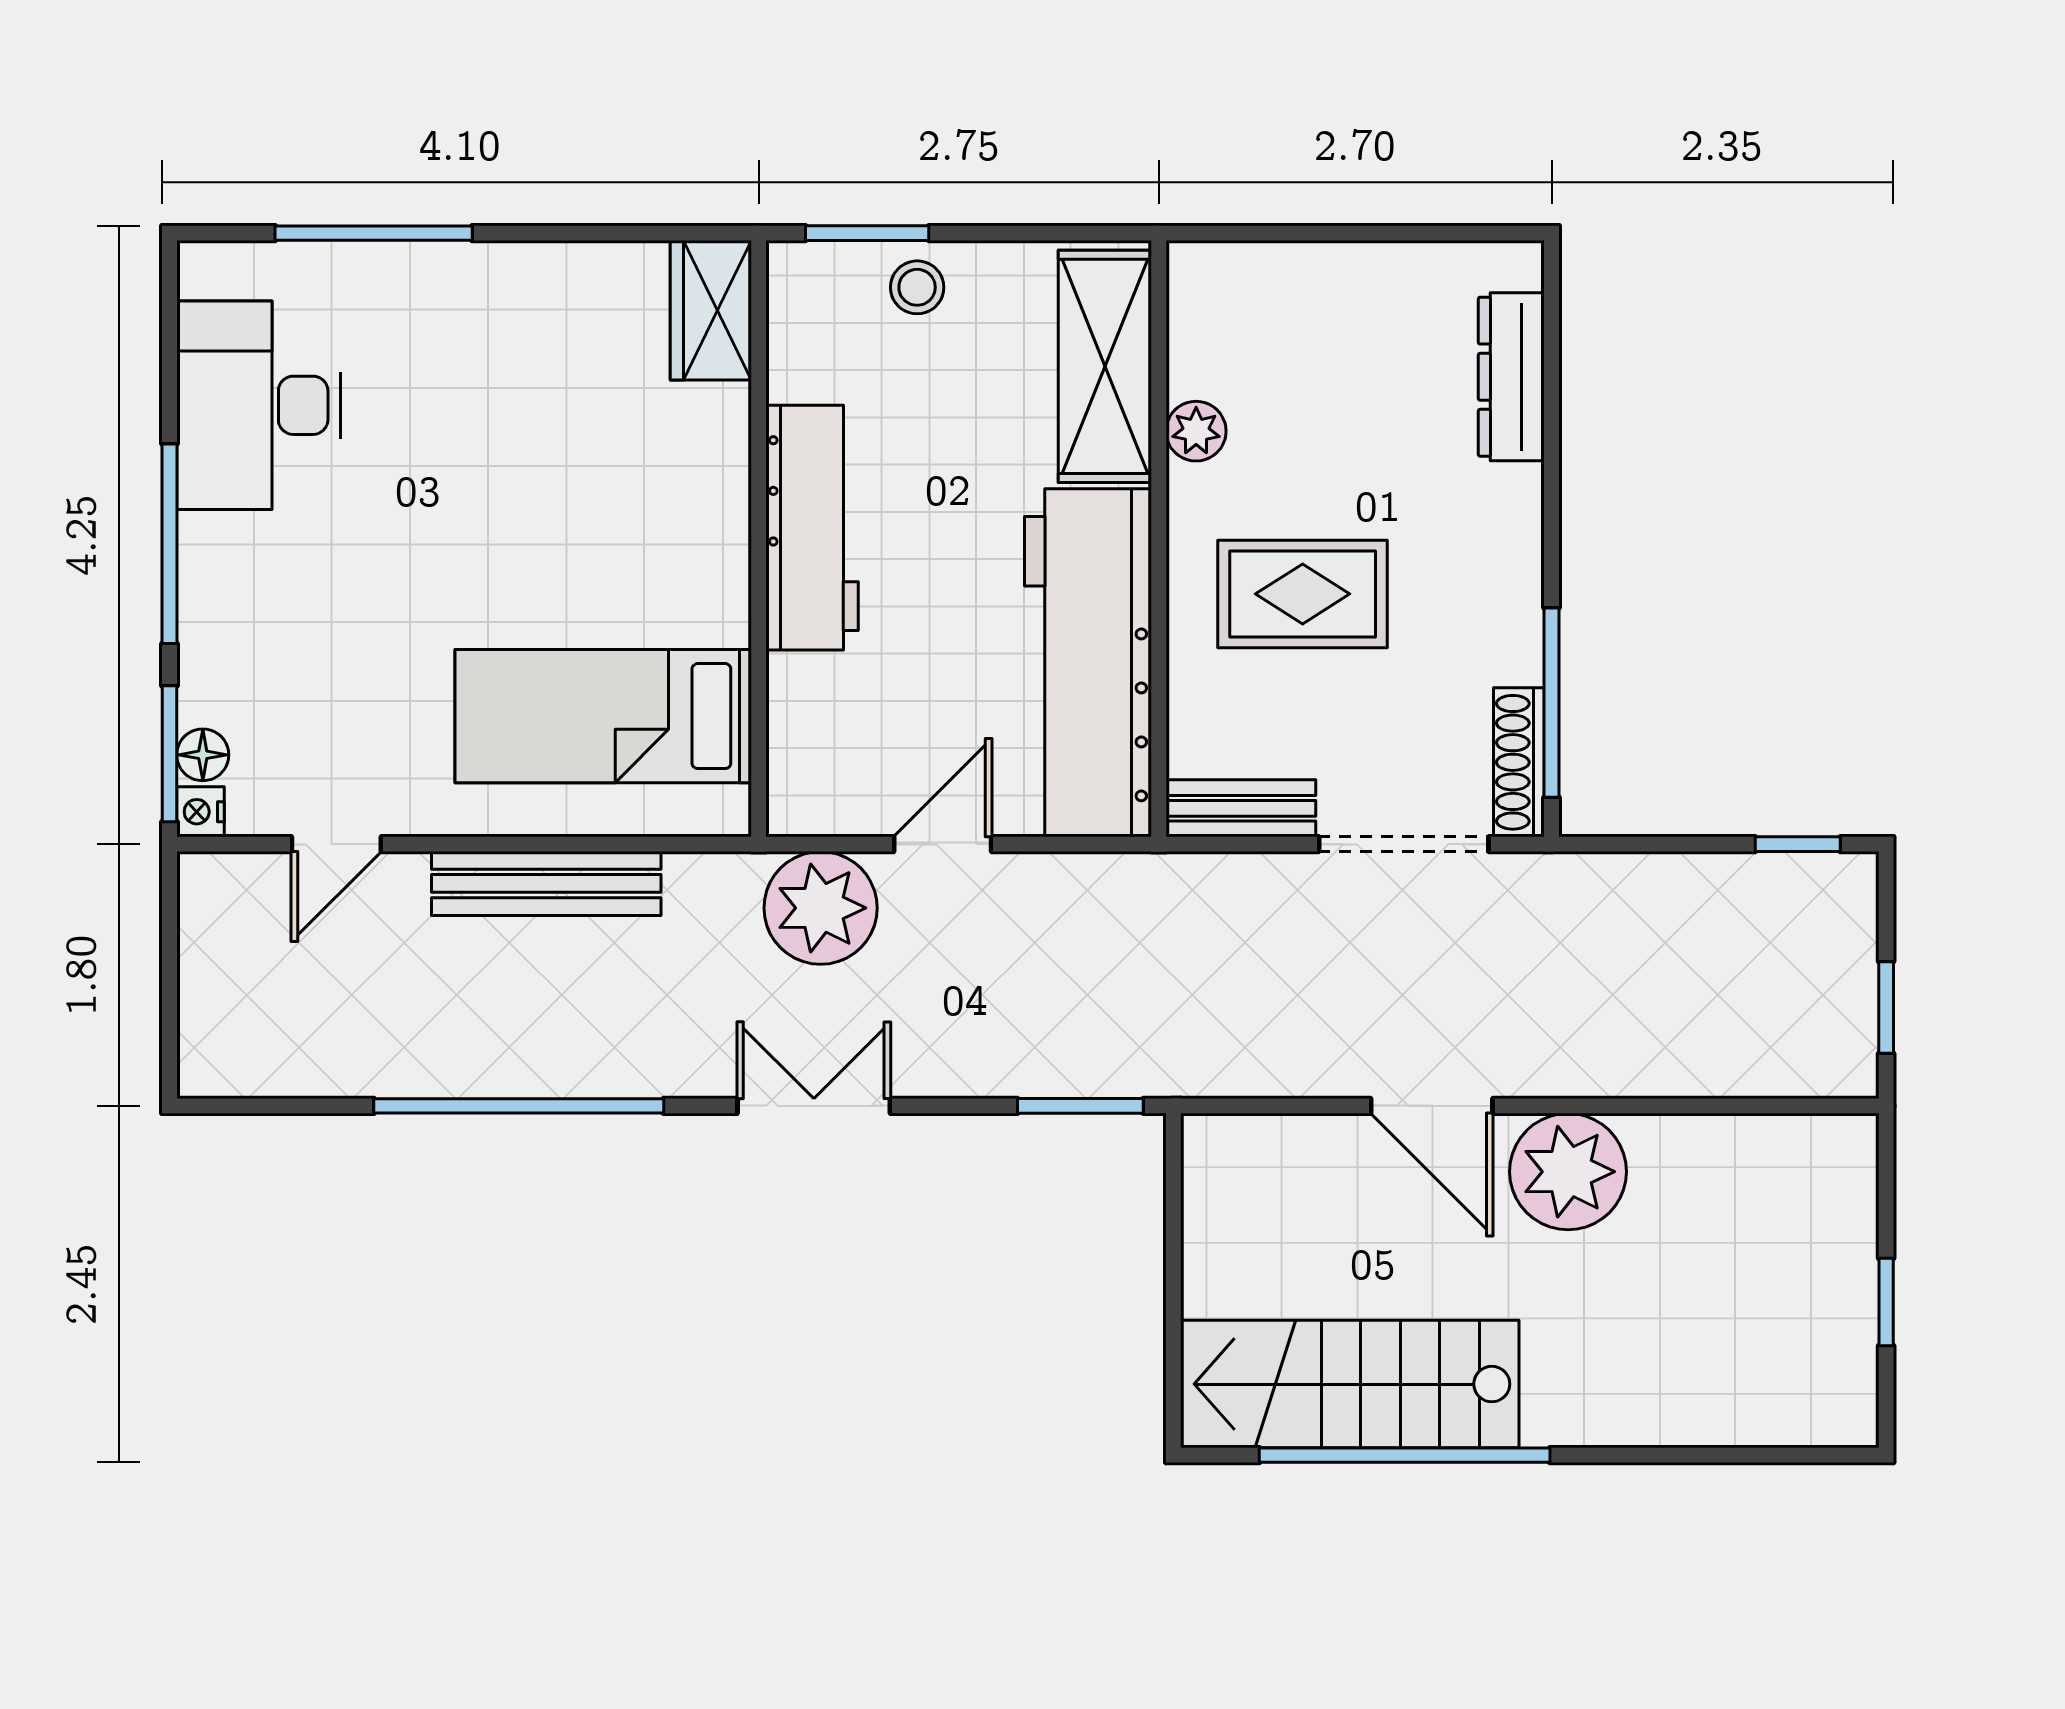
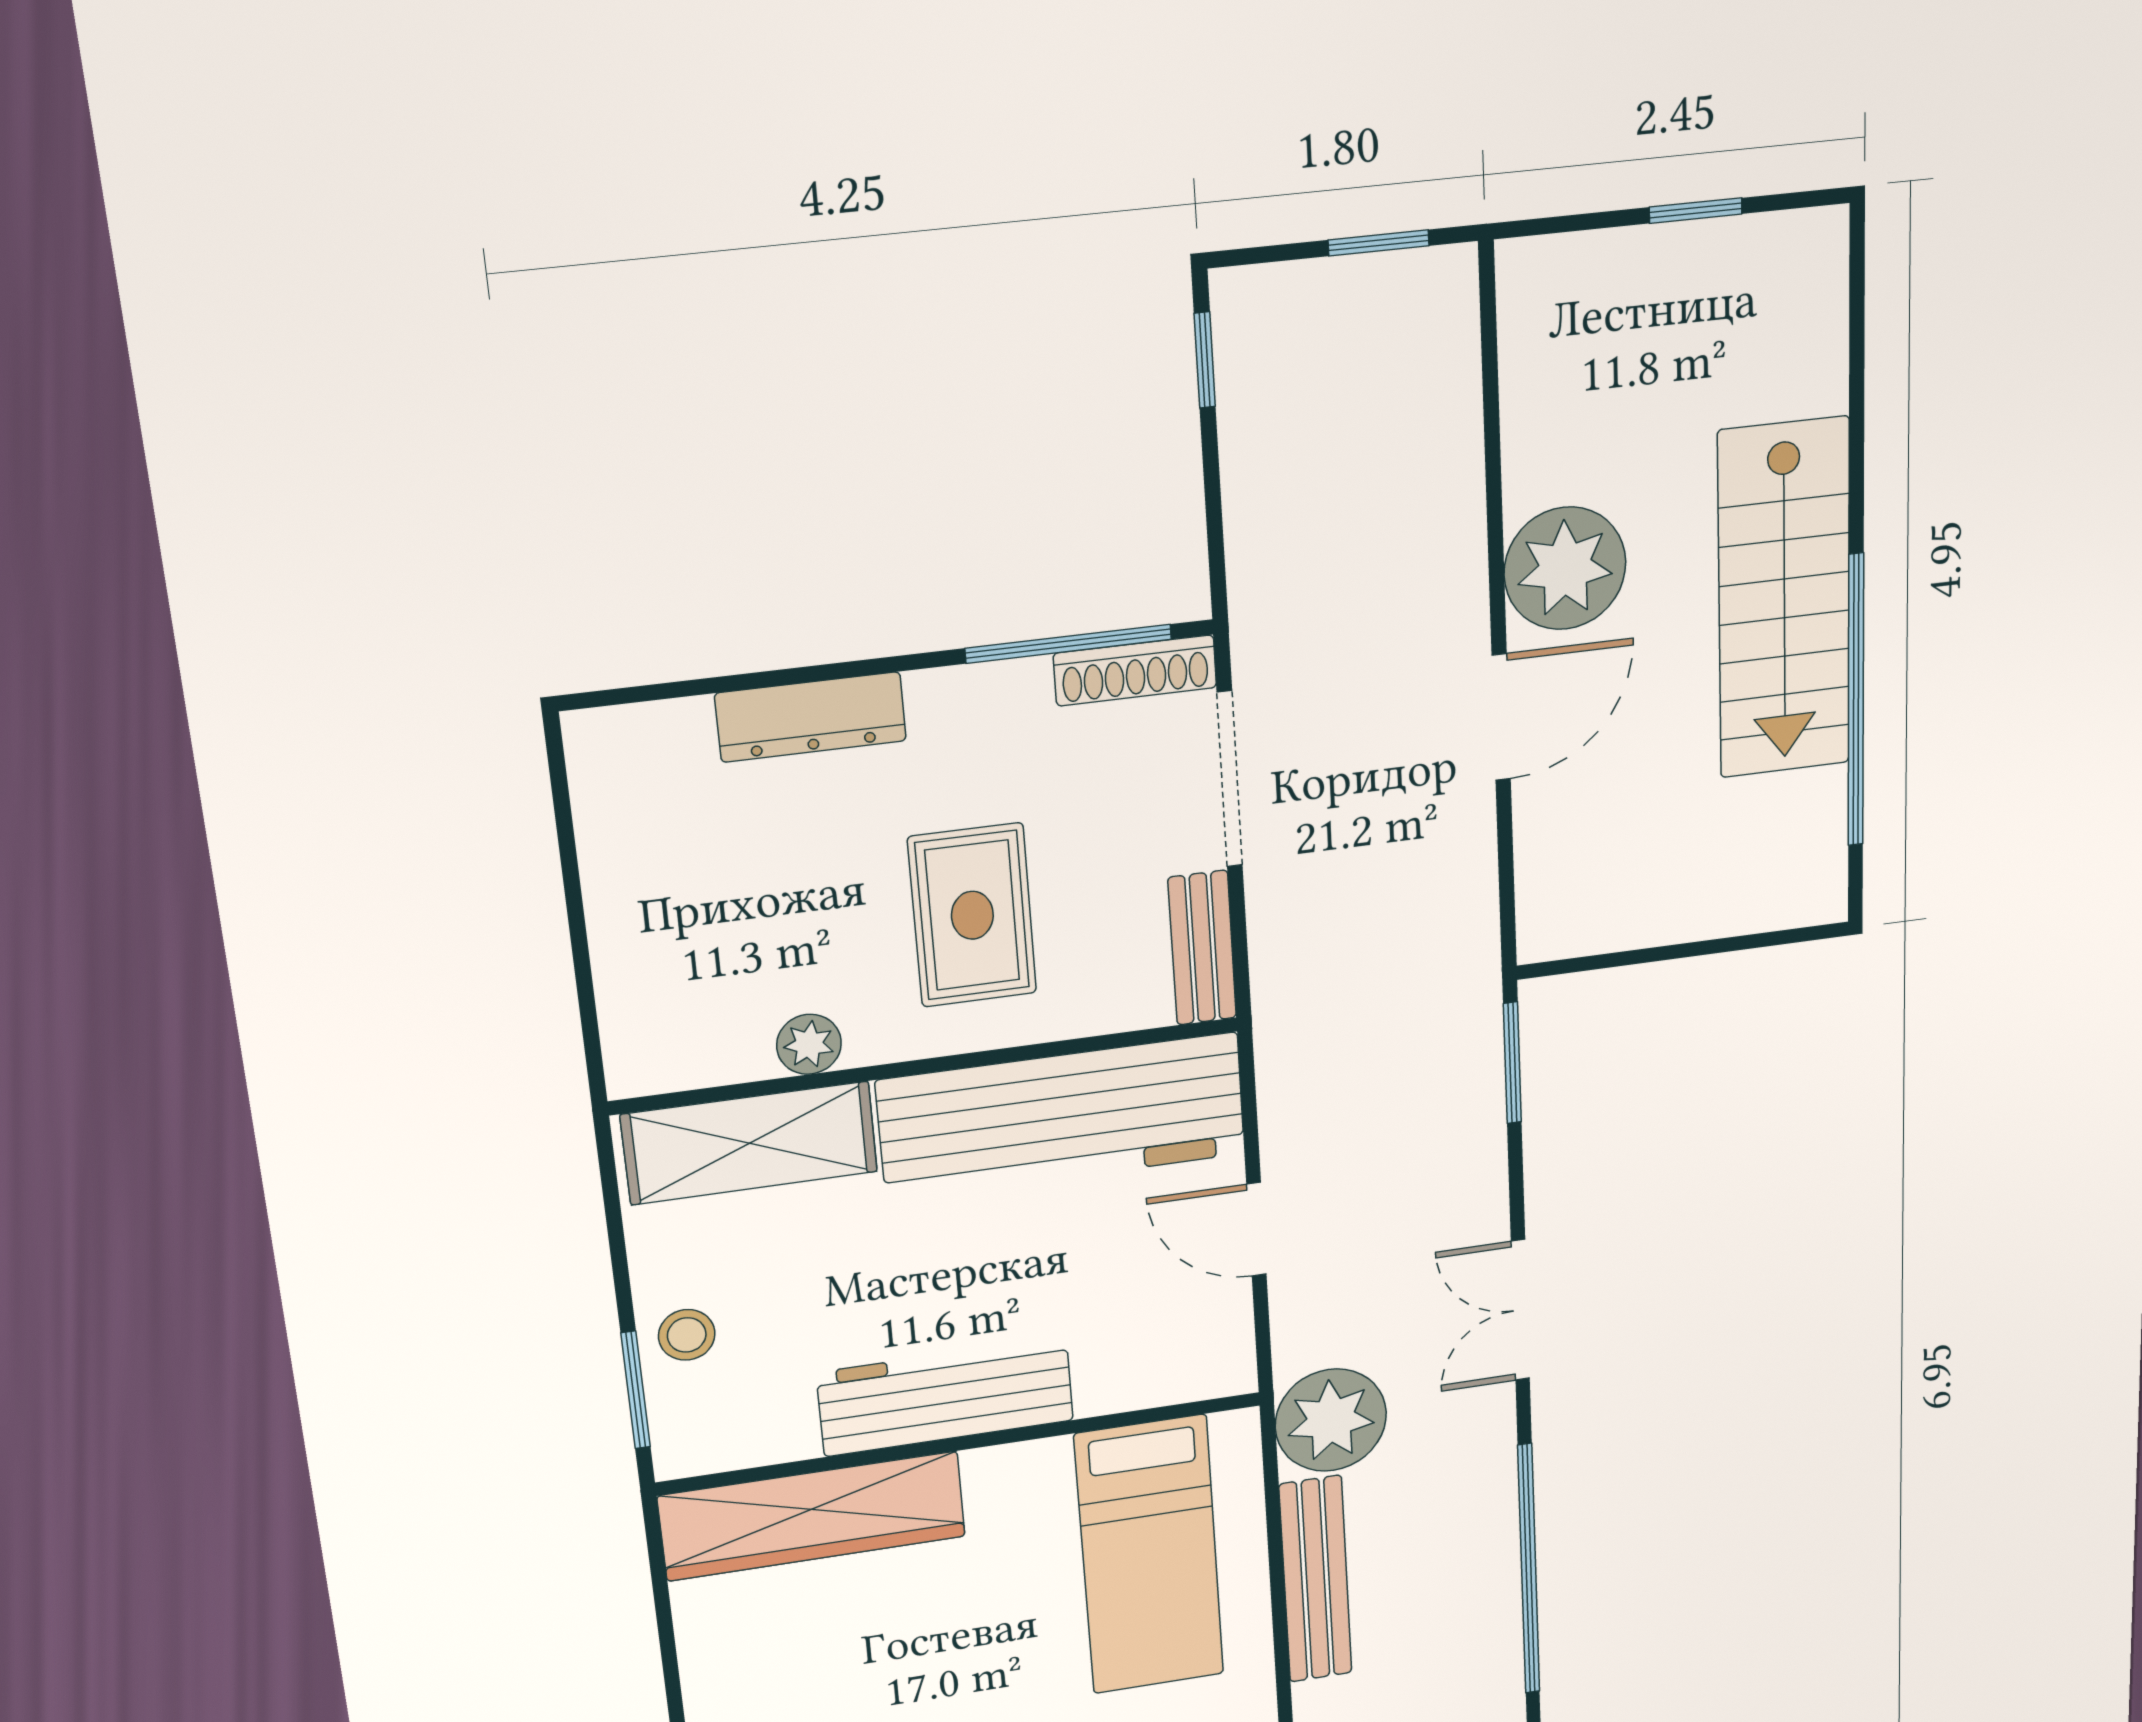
wardrobe: (711, 310) -> (812, 1516), width x2.10, depth x1.17
dresser: (1511, 377) -> (811, 717), moved
plant: (821, 908) -> (1331, 1420), moved
stairs: (1350, 1384) -> (1784, 599), moved

